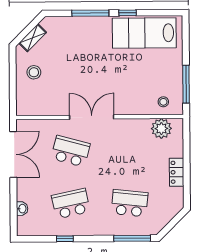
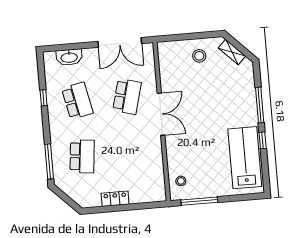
plant: (161, 129) -> (155, 181), removed
washbasin: (22, 209) -> (69, 57), width x1.91, depth x1.45

